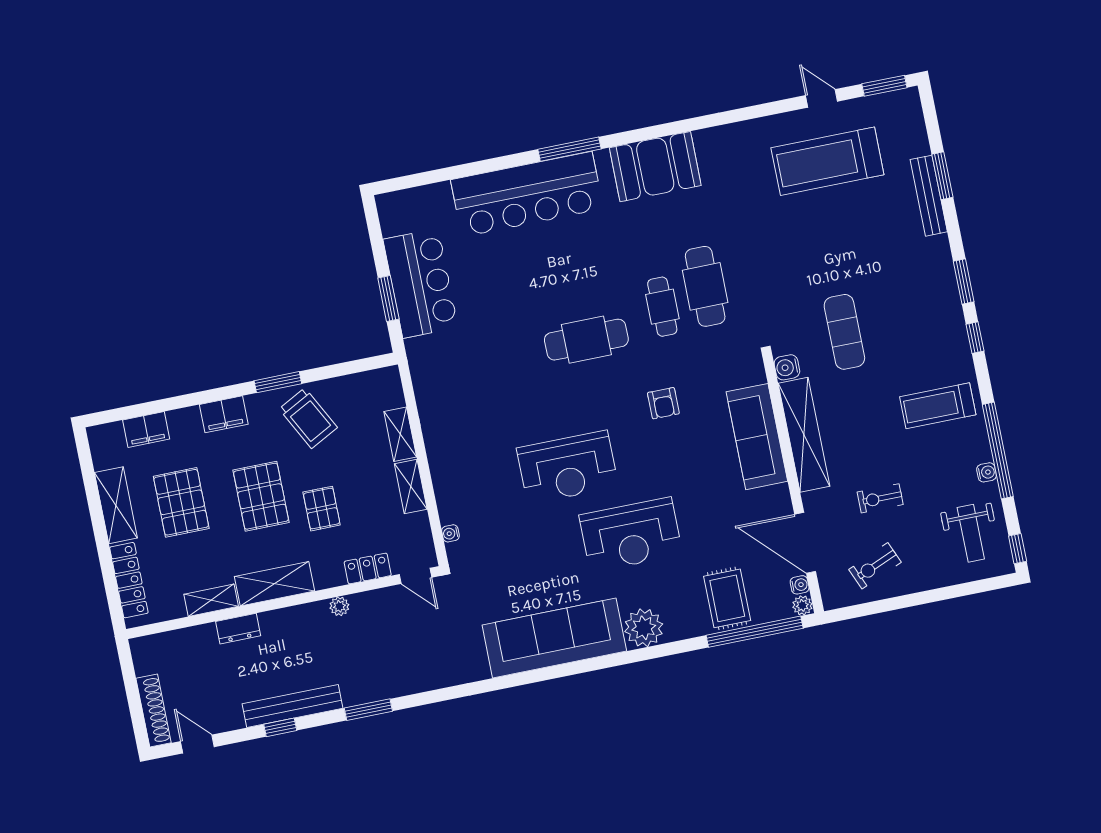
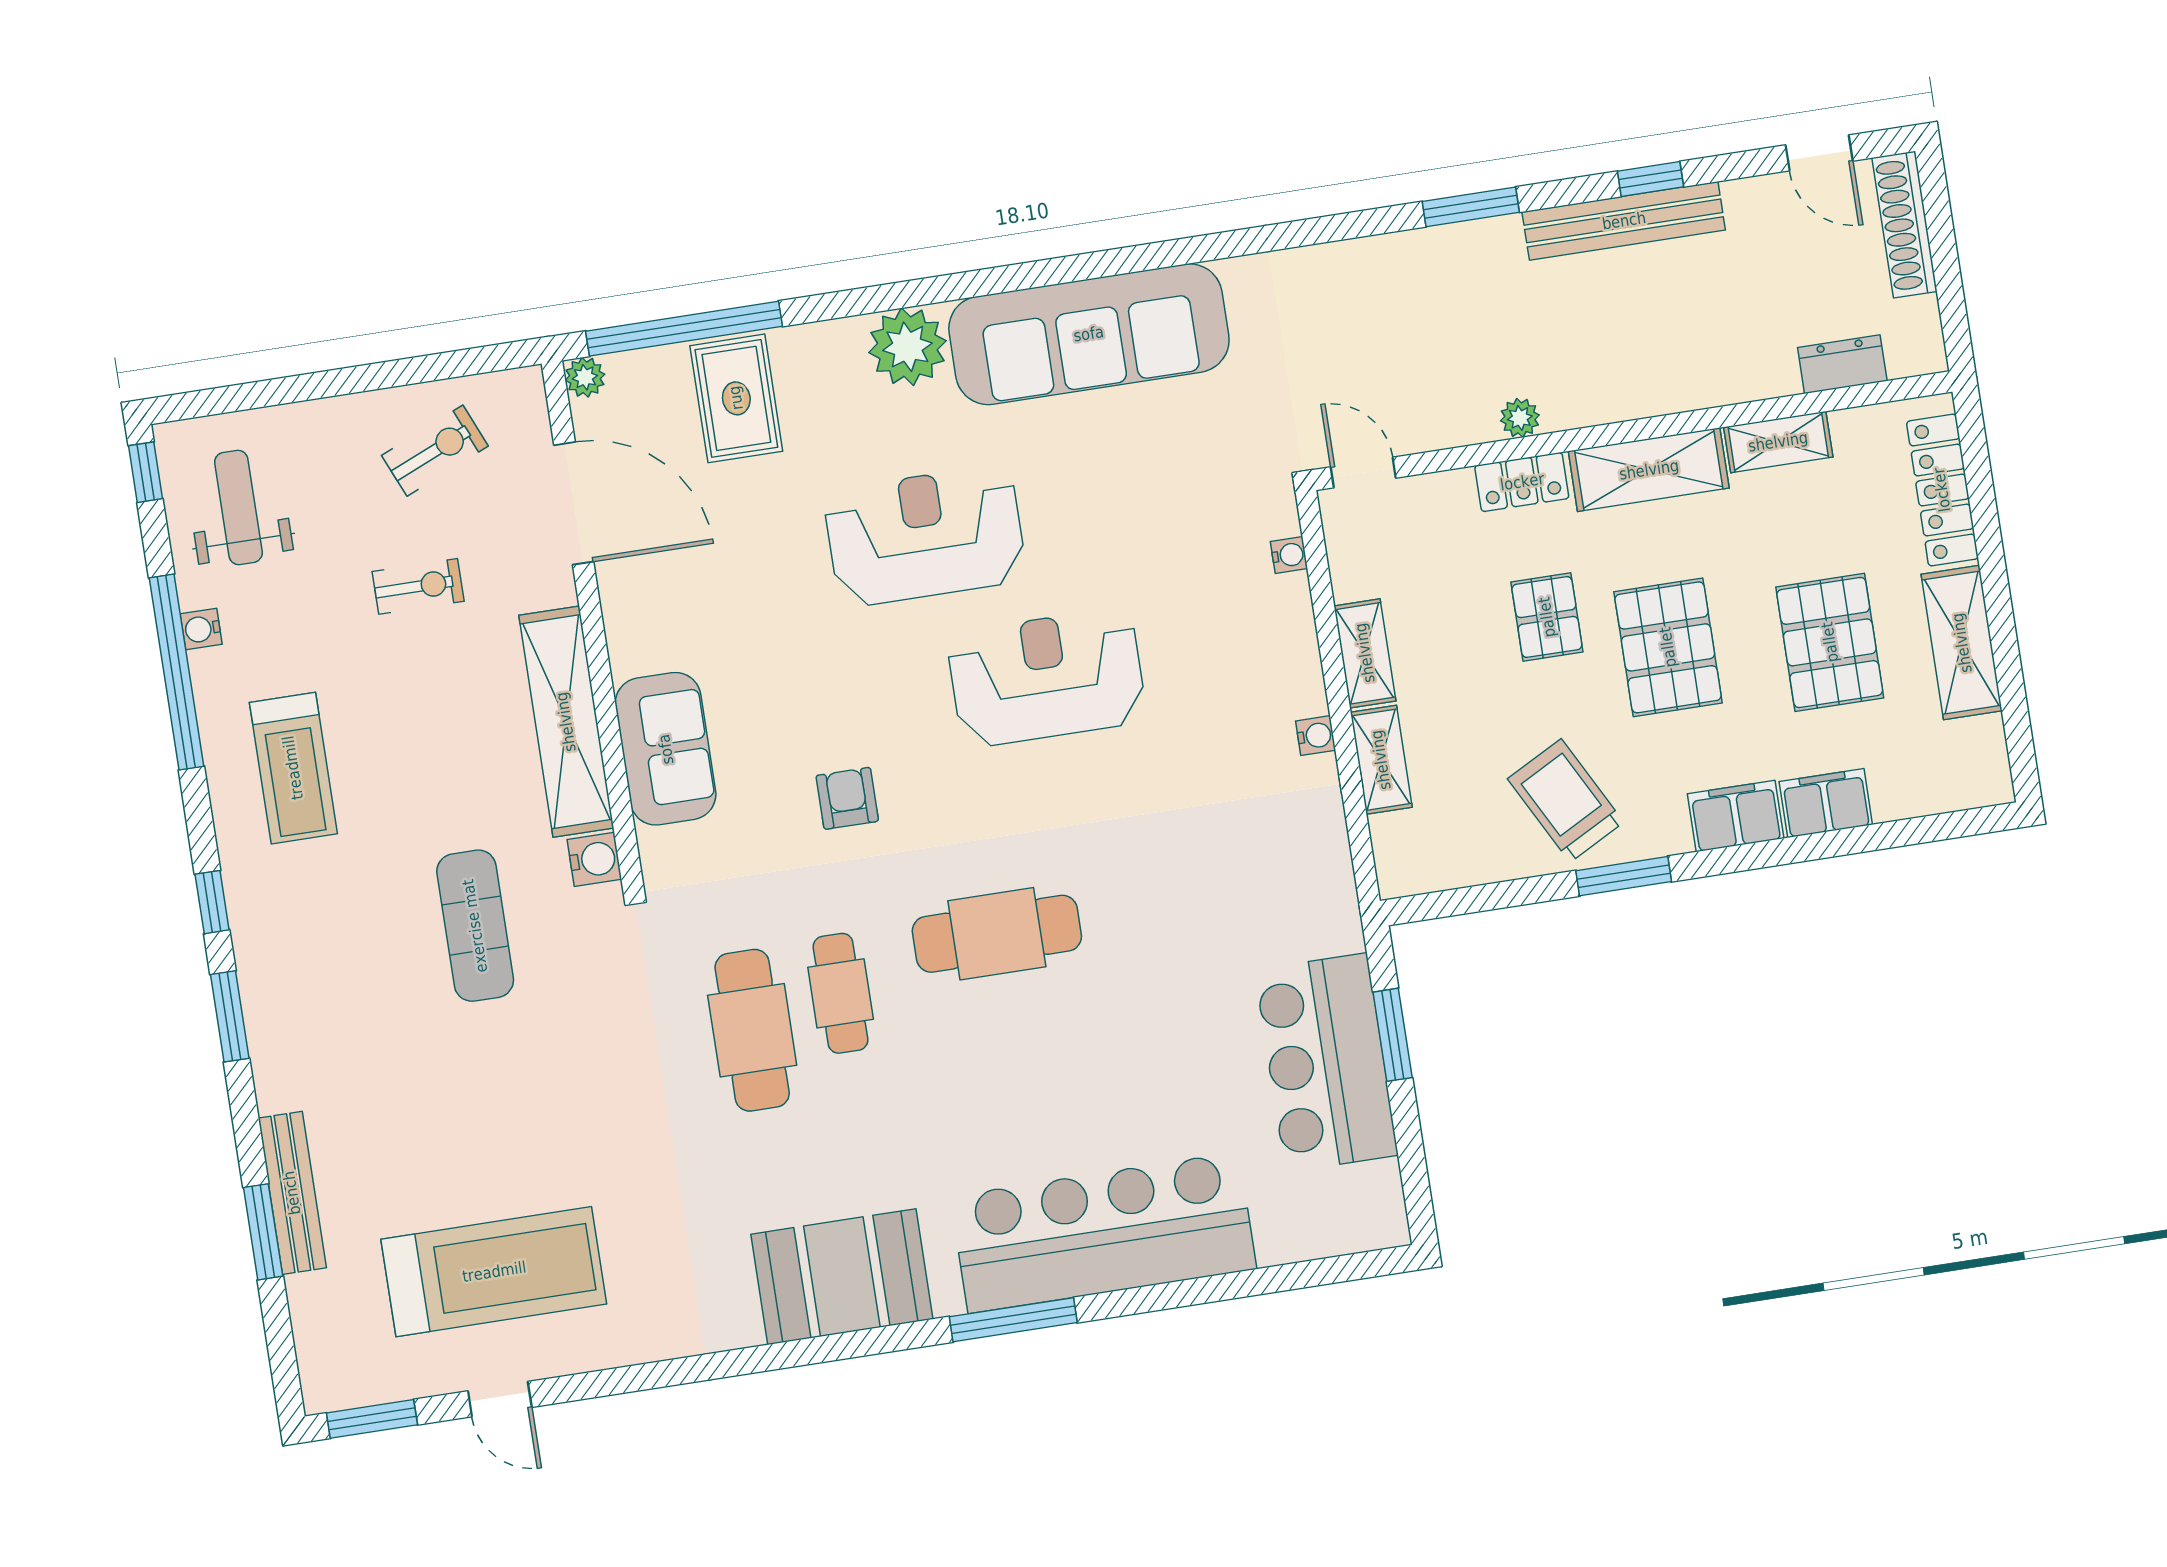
treadmill: (938, 406) -> (293, 768), turned 90
filing cabinet: (146, 429) -> (1826, 803), moved
sofa: (757, 437) -> (666, 749), width x0.73
locker: (368, 568) -> (1522, 482), moved
water cooler: (800, 585) -> (1316, 736), moved, turned 180
dresser: (238, 629) -> (1842, 364), moved

